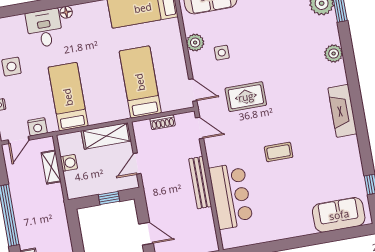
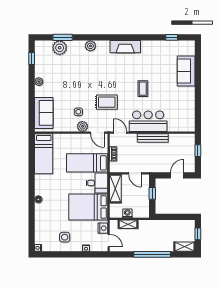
desk: (44, 28) -> (97, 183), moved, turned 180
plant: (195, 43) -> (82, 126), moved
door: (193, 90) -> (97, 133), swing flipped
bed: (68, 97) -> (88, 207), width x1.50
rug: (246, 97) -> (107, 102), turned 90
door: (200, 128) -> (120, 133), hinge flipped
bar counter: (231, 196) -> (148, 121), moved
sofa: (339, 215) -> (186, 71), moved

